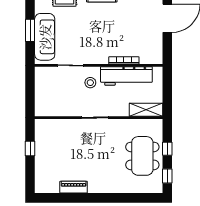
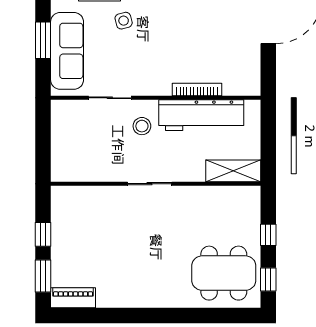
side table: (79, 18) -> (124, 21), added
dining table: (142, 156) -> (224, 273), moved, turned 90
window: (30, 174) -> (43, 276), added
piano: (74, 187) -> (73, 298), moved

